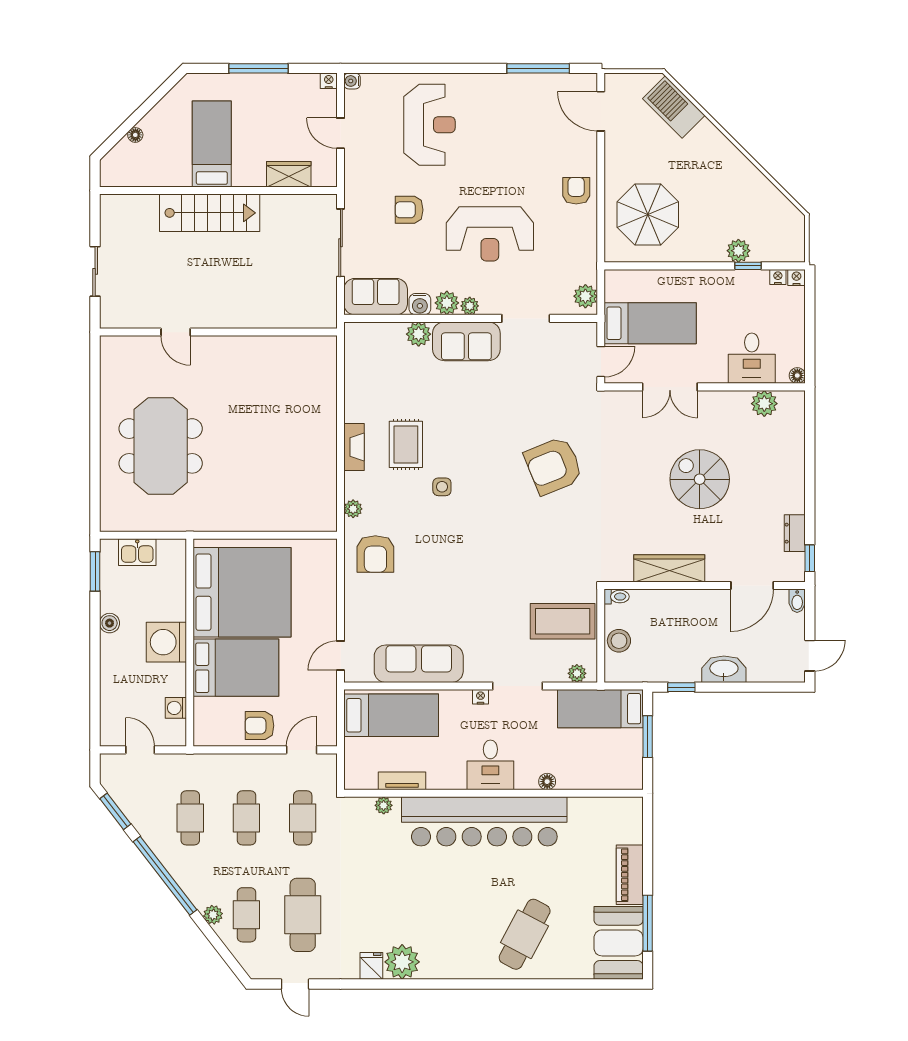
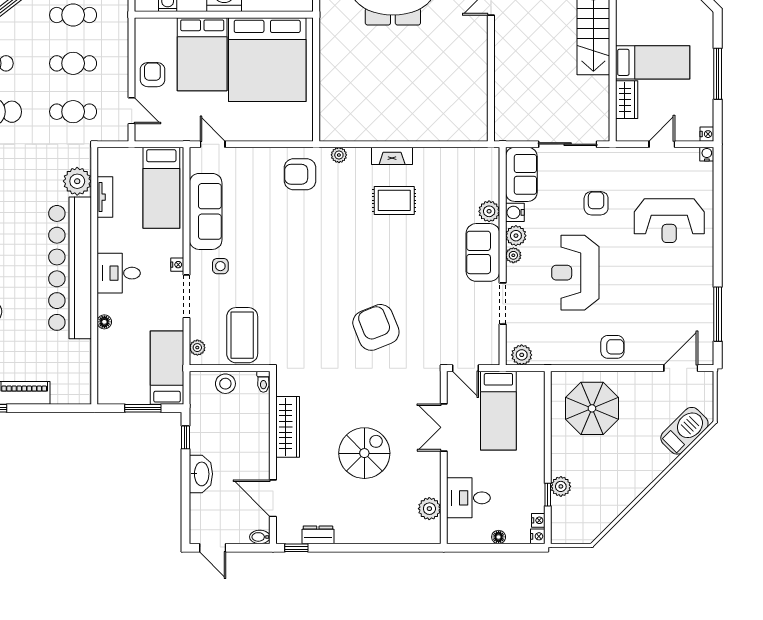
bed: (212, 144) -> (653, 62), moved
floor lamp: (797, 376) -> (499, 537), moved
side table: (442, 487) -> (220, 266), moved
plant: (384, 805) -> (77, 181), width x1.88, depth x1.88

